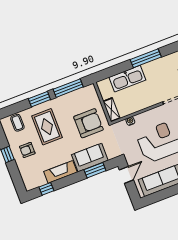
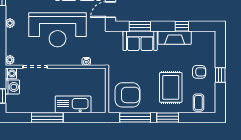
shelving: (112, 110) -> (101, 80), removed
armchair: (88, 123) -> (127, 95), moved, turned 180
window: (46, 189) -> (182, 26), moved

